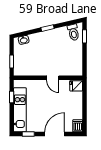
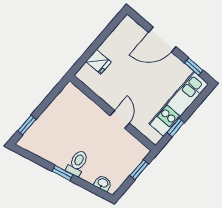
toilet: (73, 32) -> (77, 163), moved
door: (53, 78) -> (120, 119), moved
fridge: (76, 86) -> (99, 62), moved
dishwasher: (78, 126) -> (126, 26), removed

